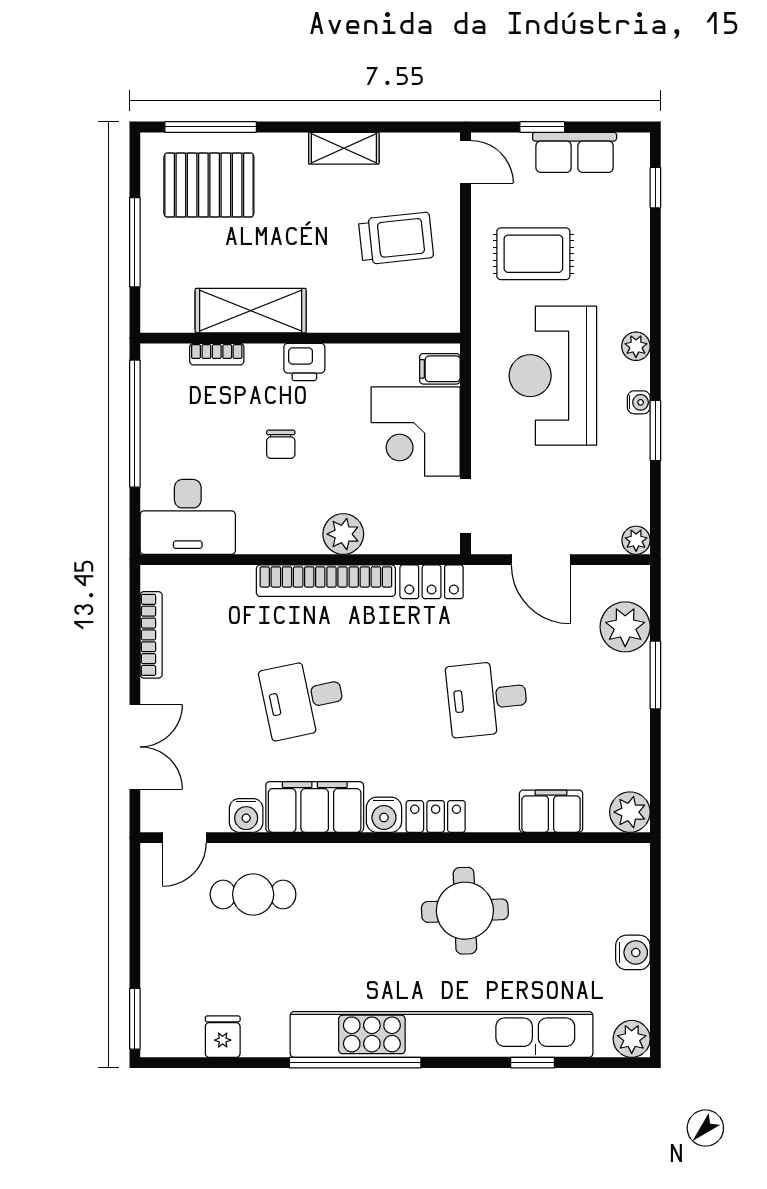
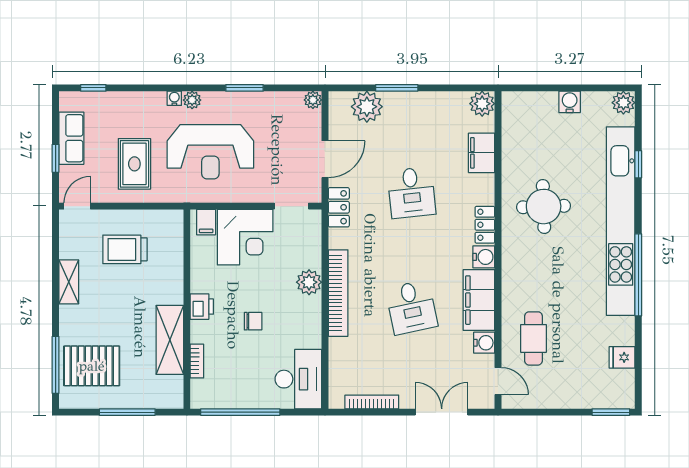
pallet: (209, 185) -> (92, 366), turned 90
trolley: (396, 238) -> (125, 249), turned -84
water cooler: (639, 402) -> (174, 98), moved
locker: (432, 582) -> (339, 207), moved

